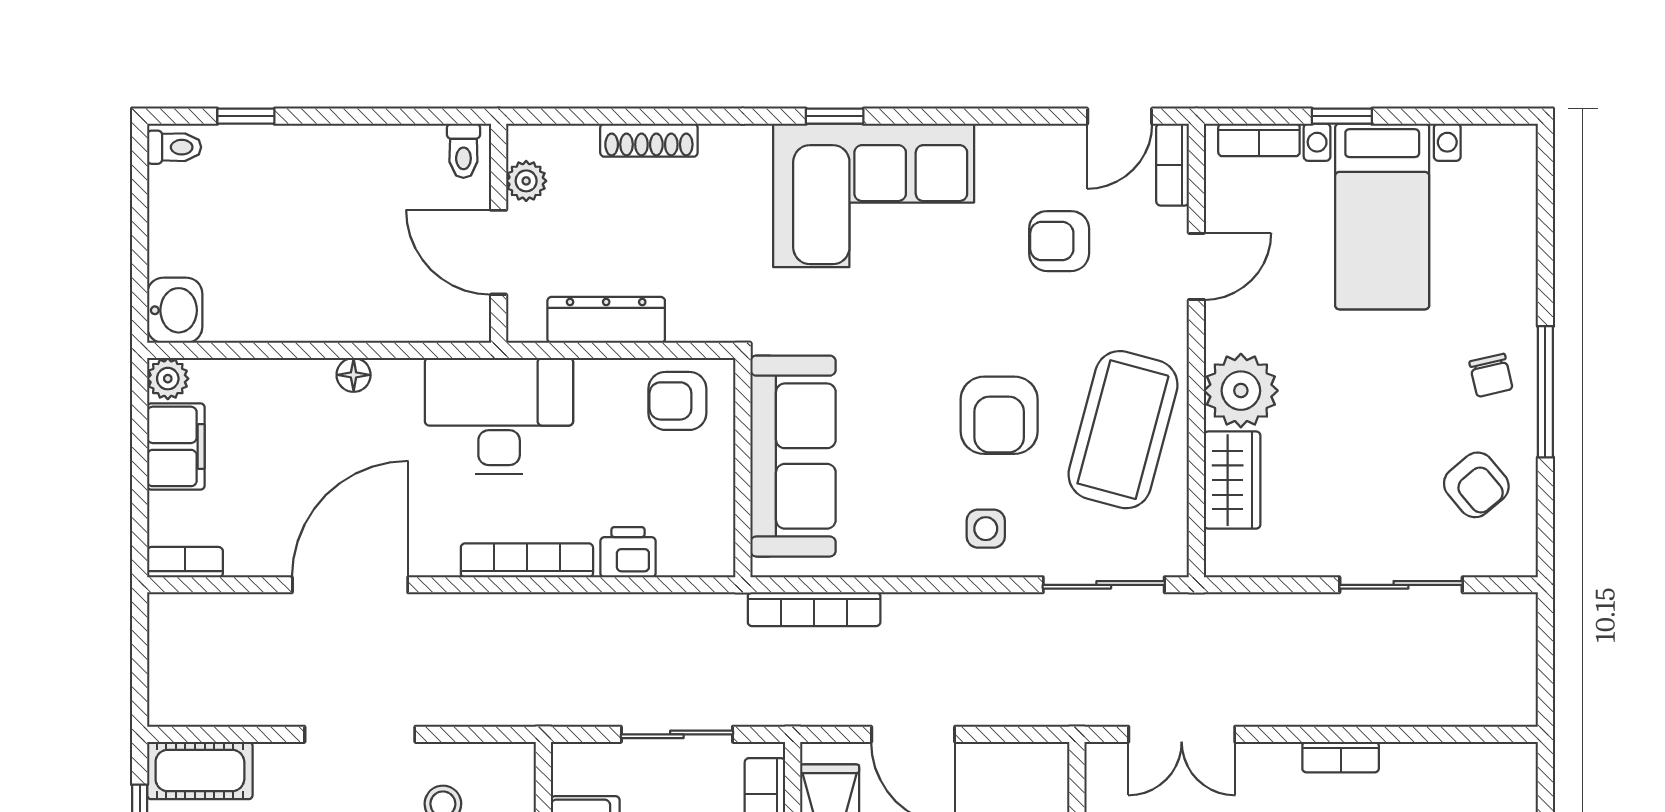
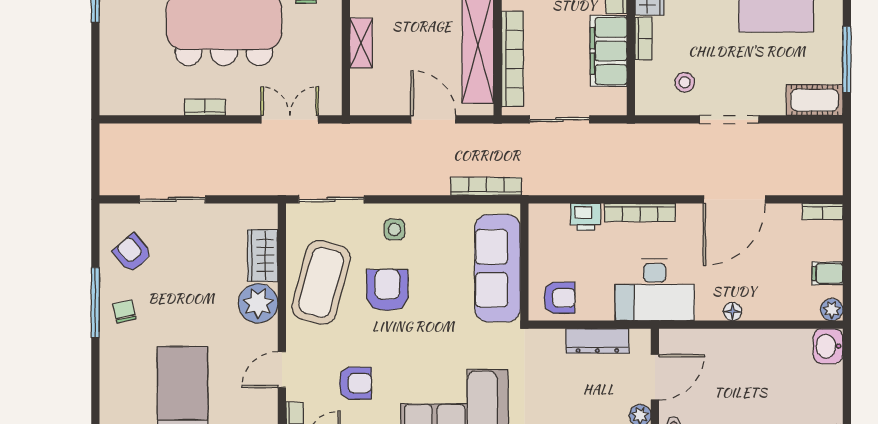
door: (499, 252) -> (655, 377), hinge flipped
filing cabinet: (176, 446) -> (827, 273), width x0.50

